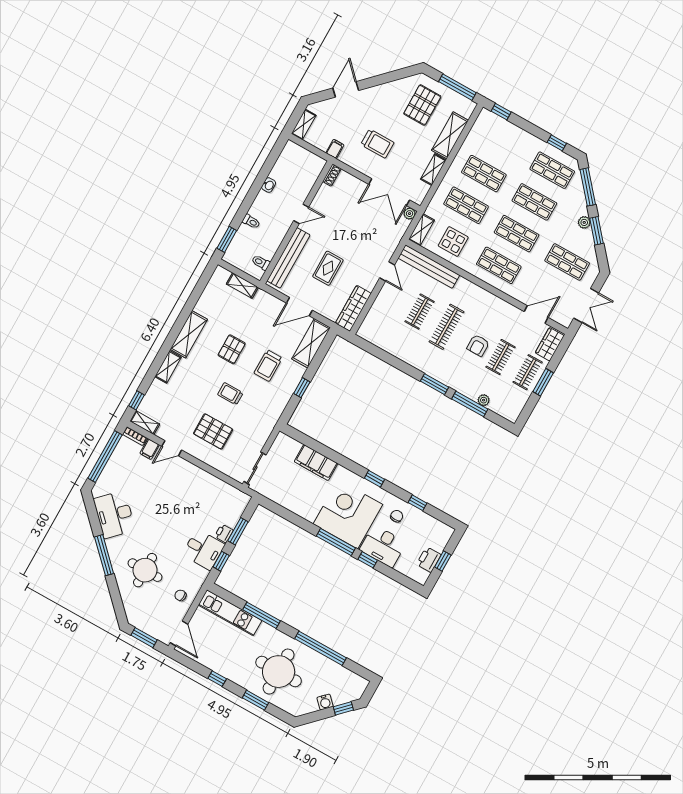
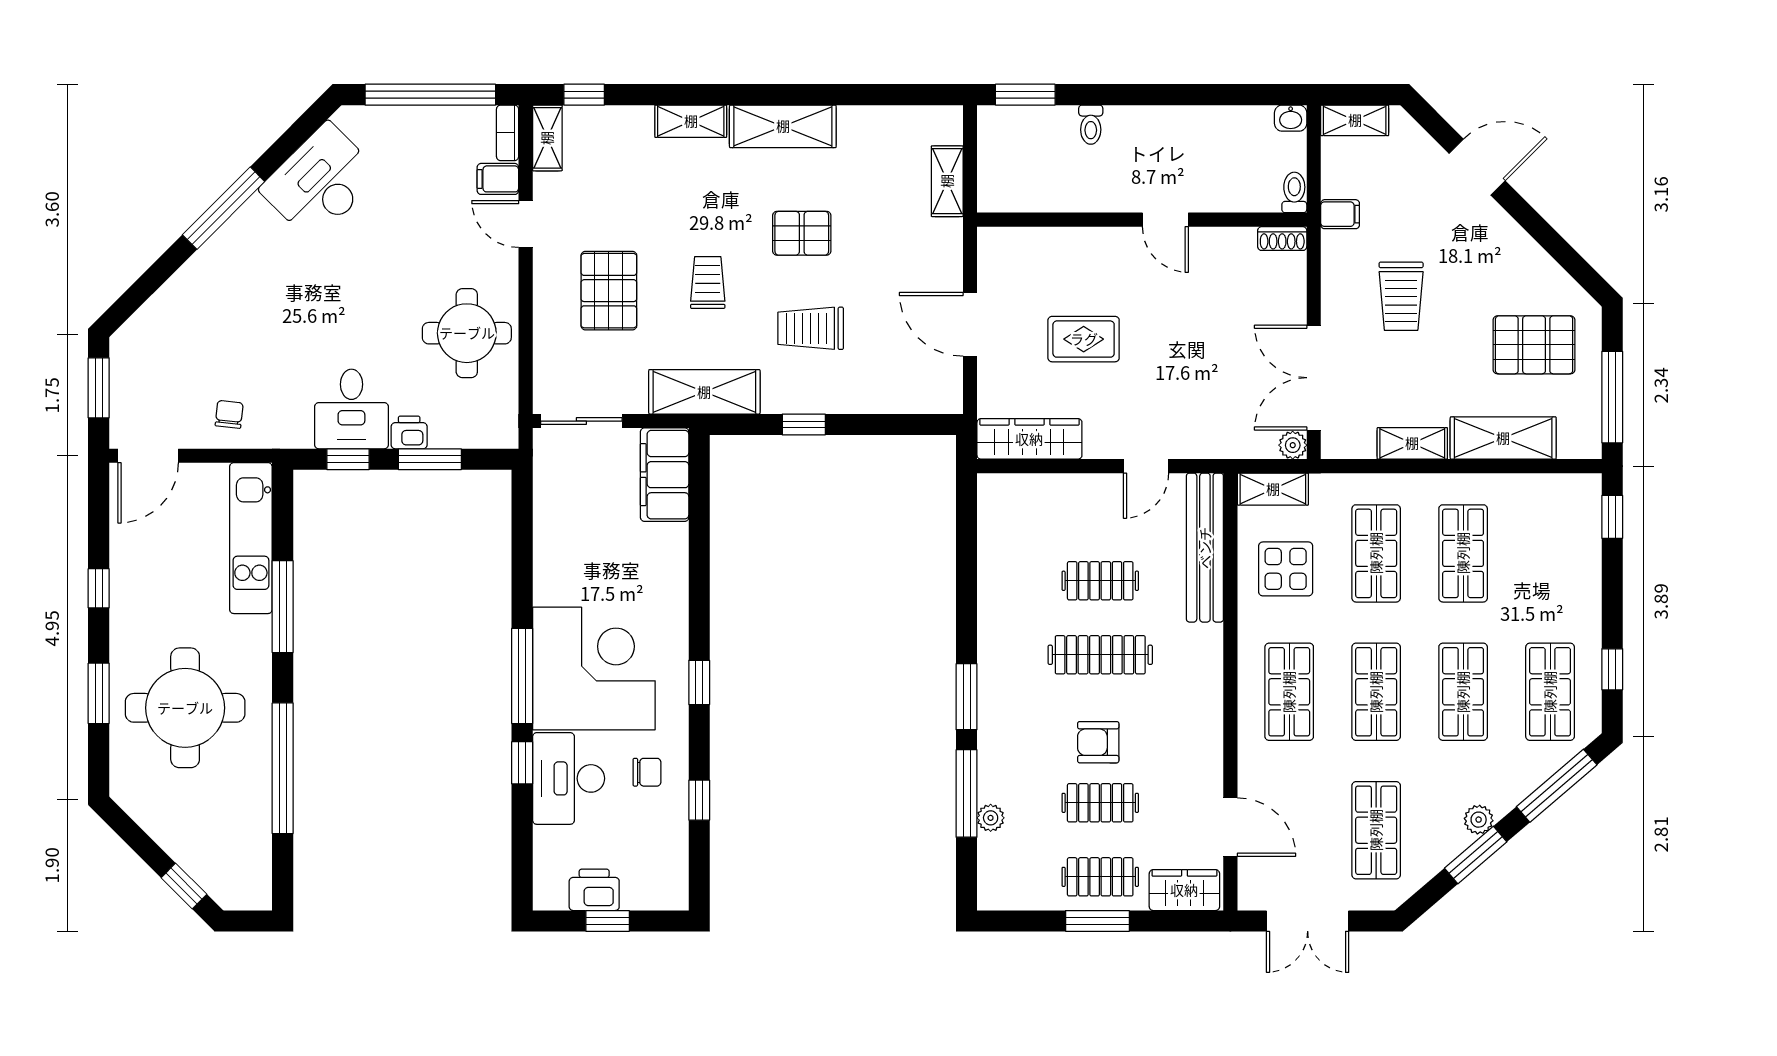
washbasin: (269, 185) -> (1291, 118), moved
bench: (289, 258) -> (1059, 245), removed
toilet: (261, 262) -> (1294, 192), moved
shelving: (311, 343) -> (704, 392), moved
filing cabinet: (316, 463) -> (665, 475), moved
round table: (145, 570) -> (467, 333), moved
water cooler: (325, 702) -> (176, 840), removed

